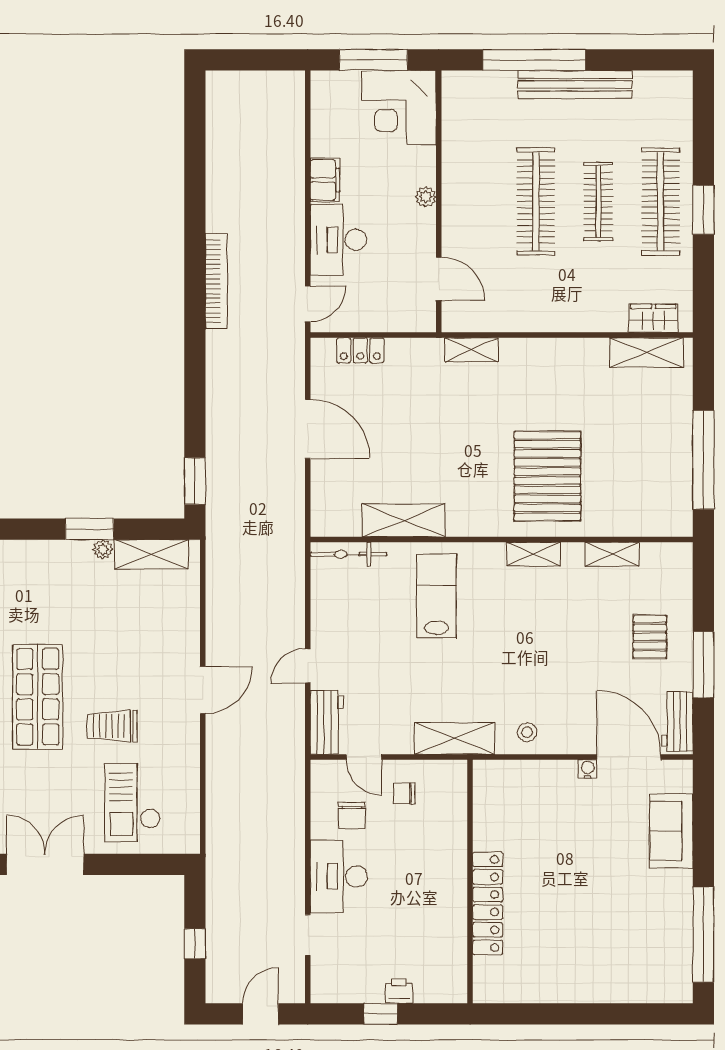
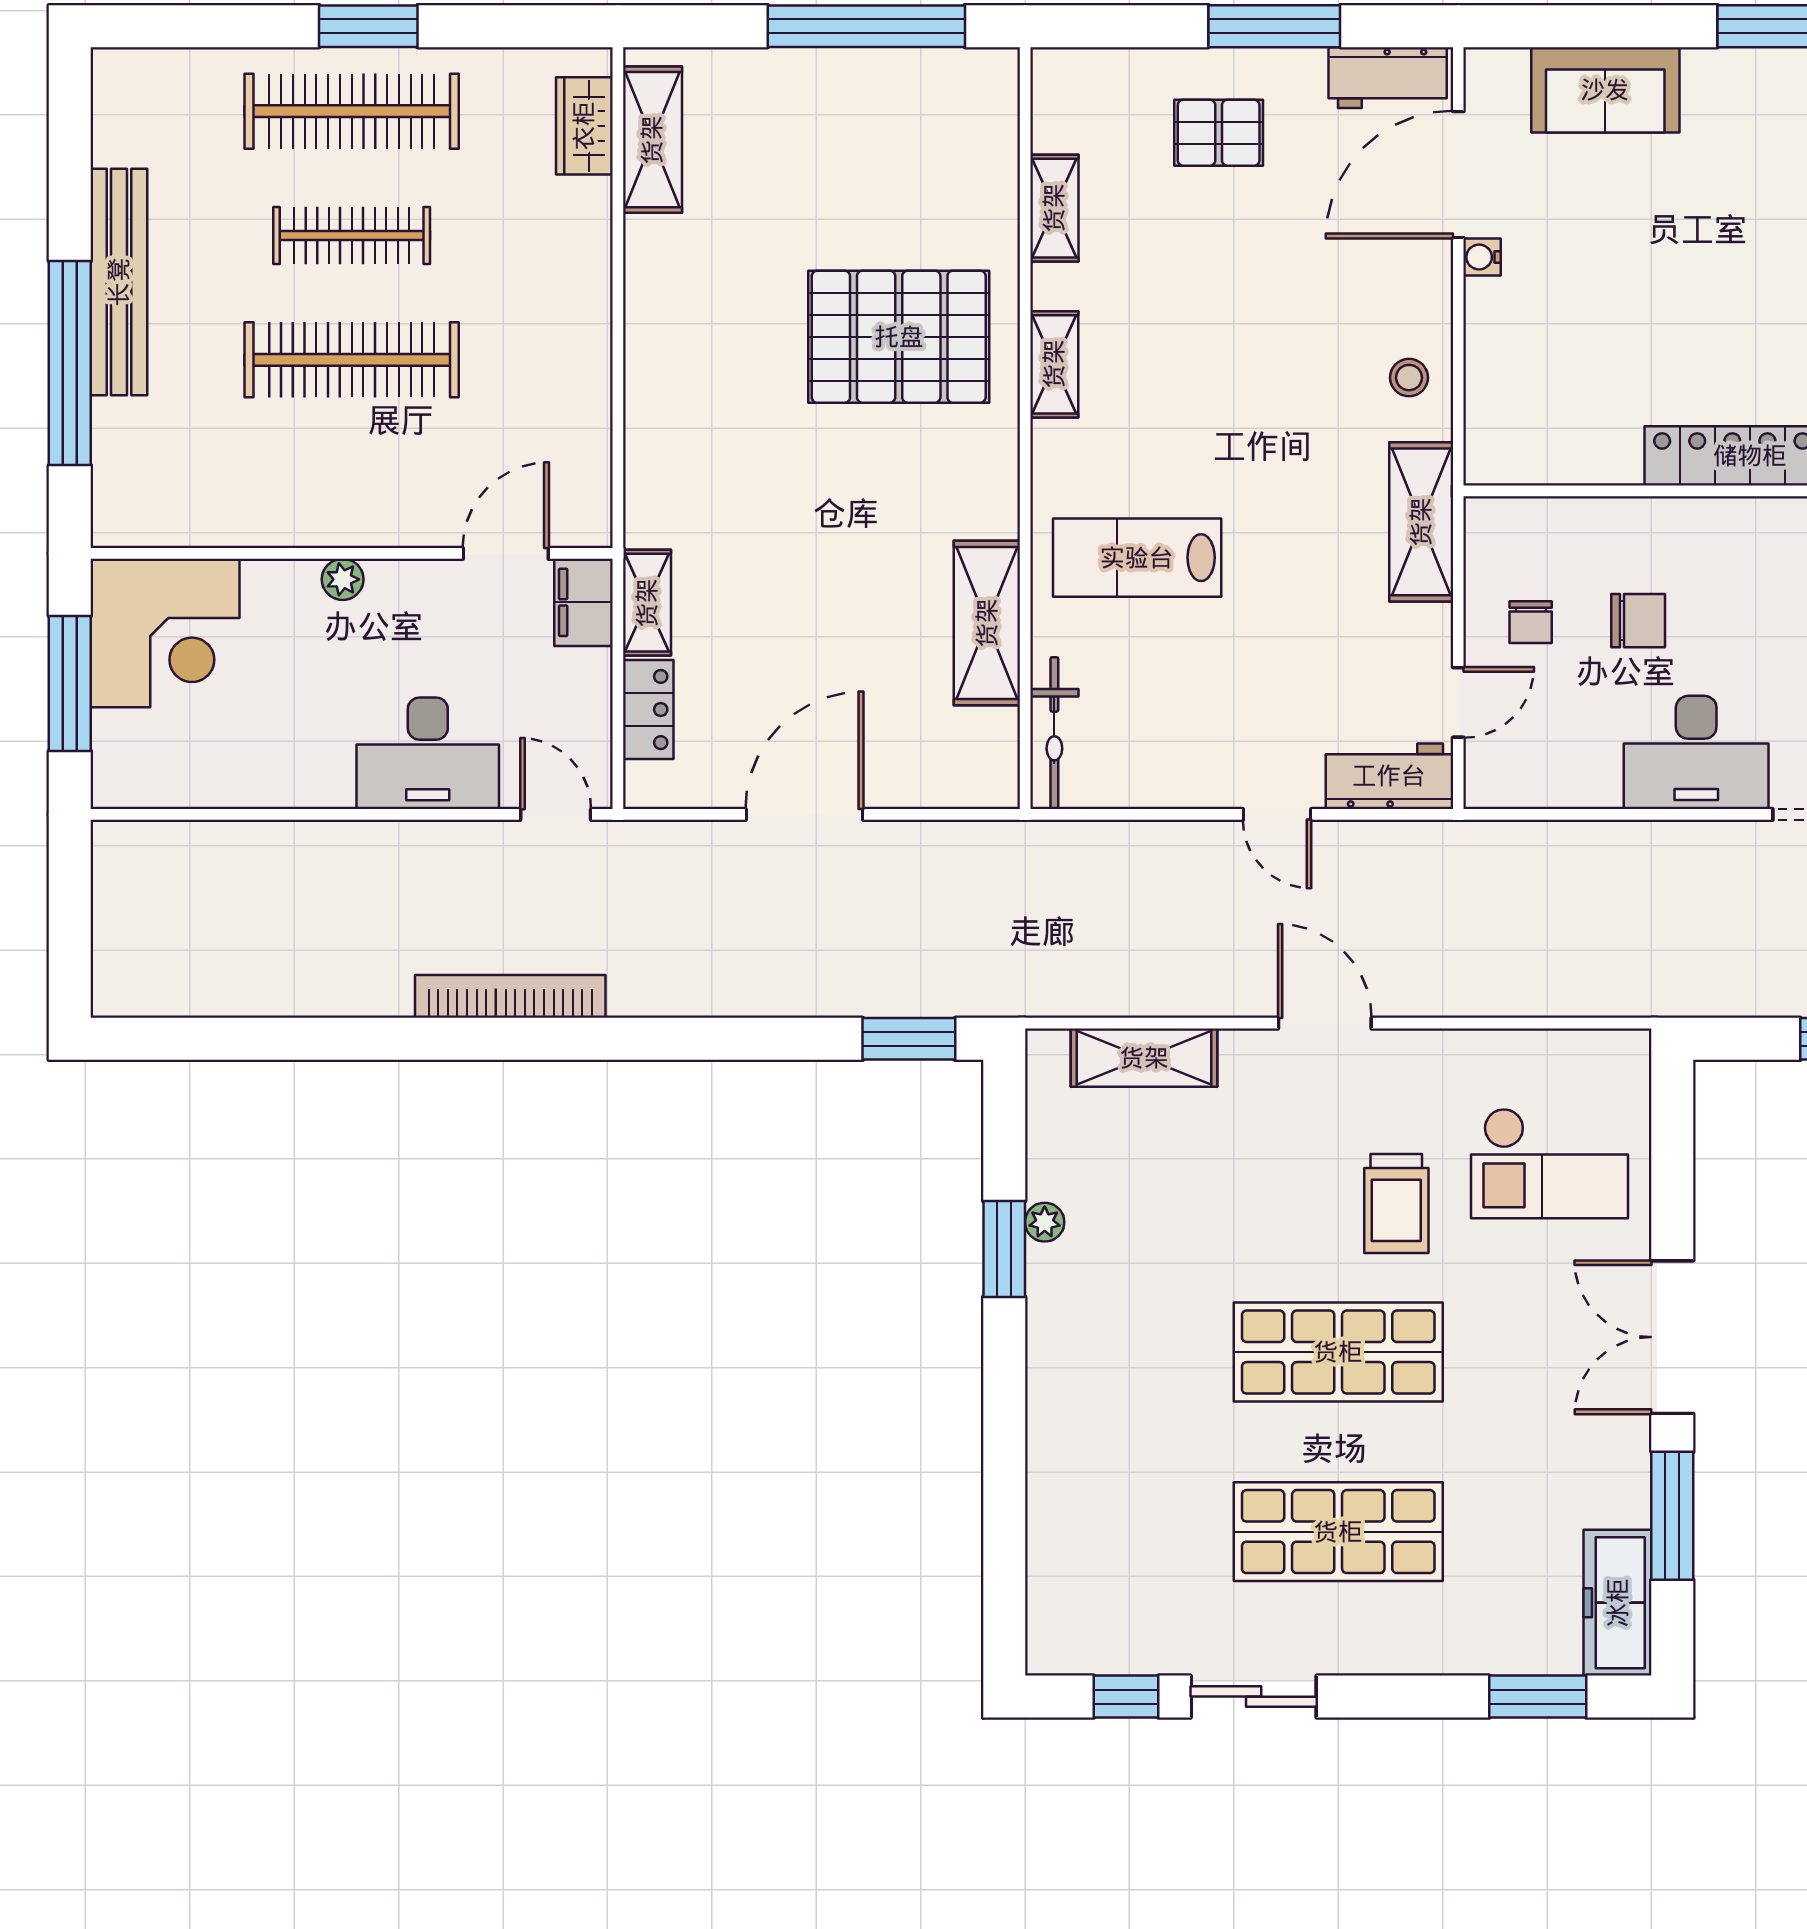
filing cabinet: (325, 180) -> (584, 602), moved, turned -90
shelving: (472, 350) -> (647, 603), moved
shelving: (152, 554) -> (1144, 1058), moved, turned 90
chair: (352, 816) -> (1638, 621), moved

